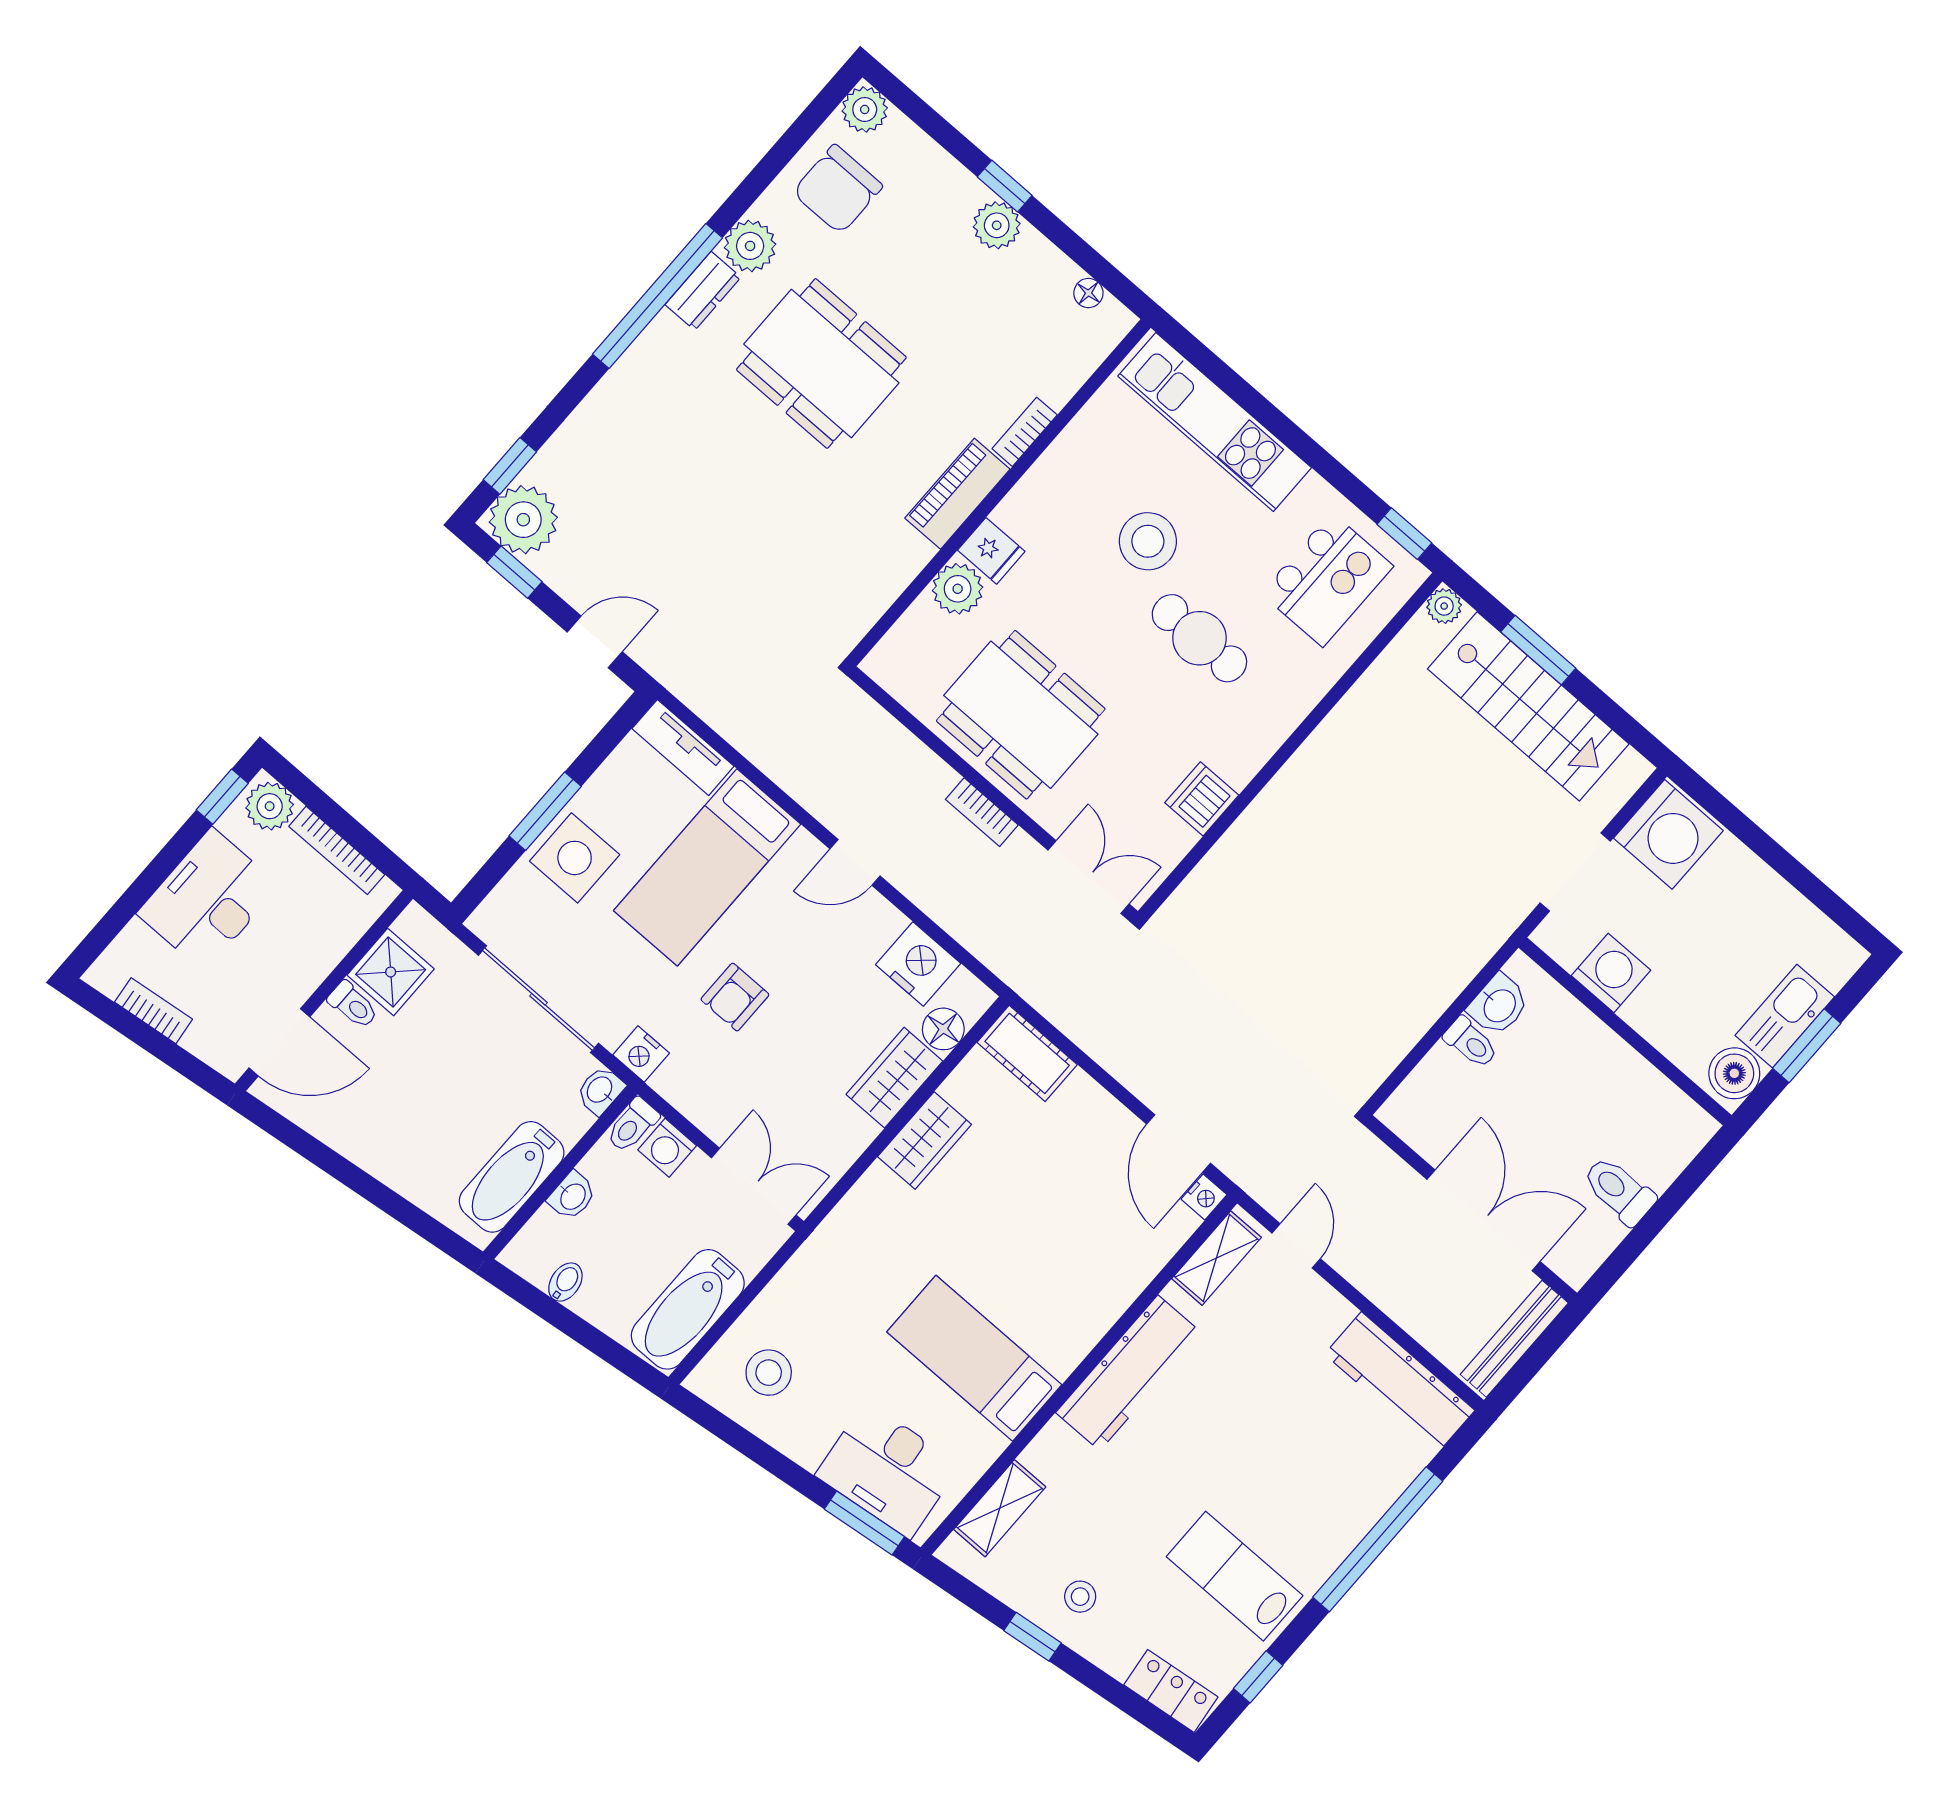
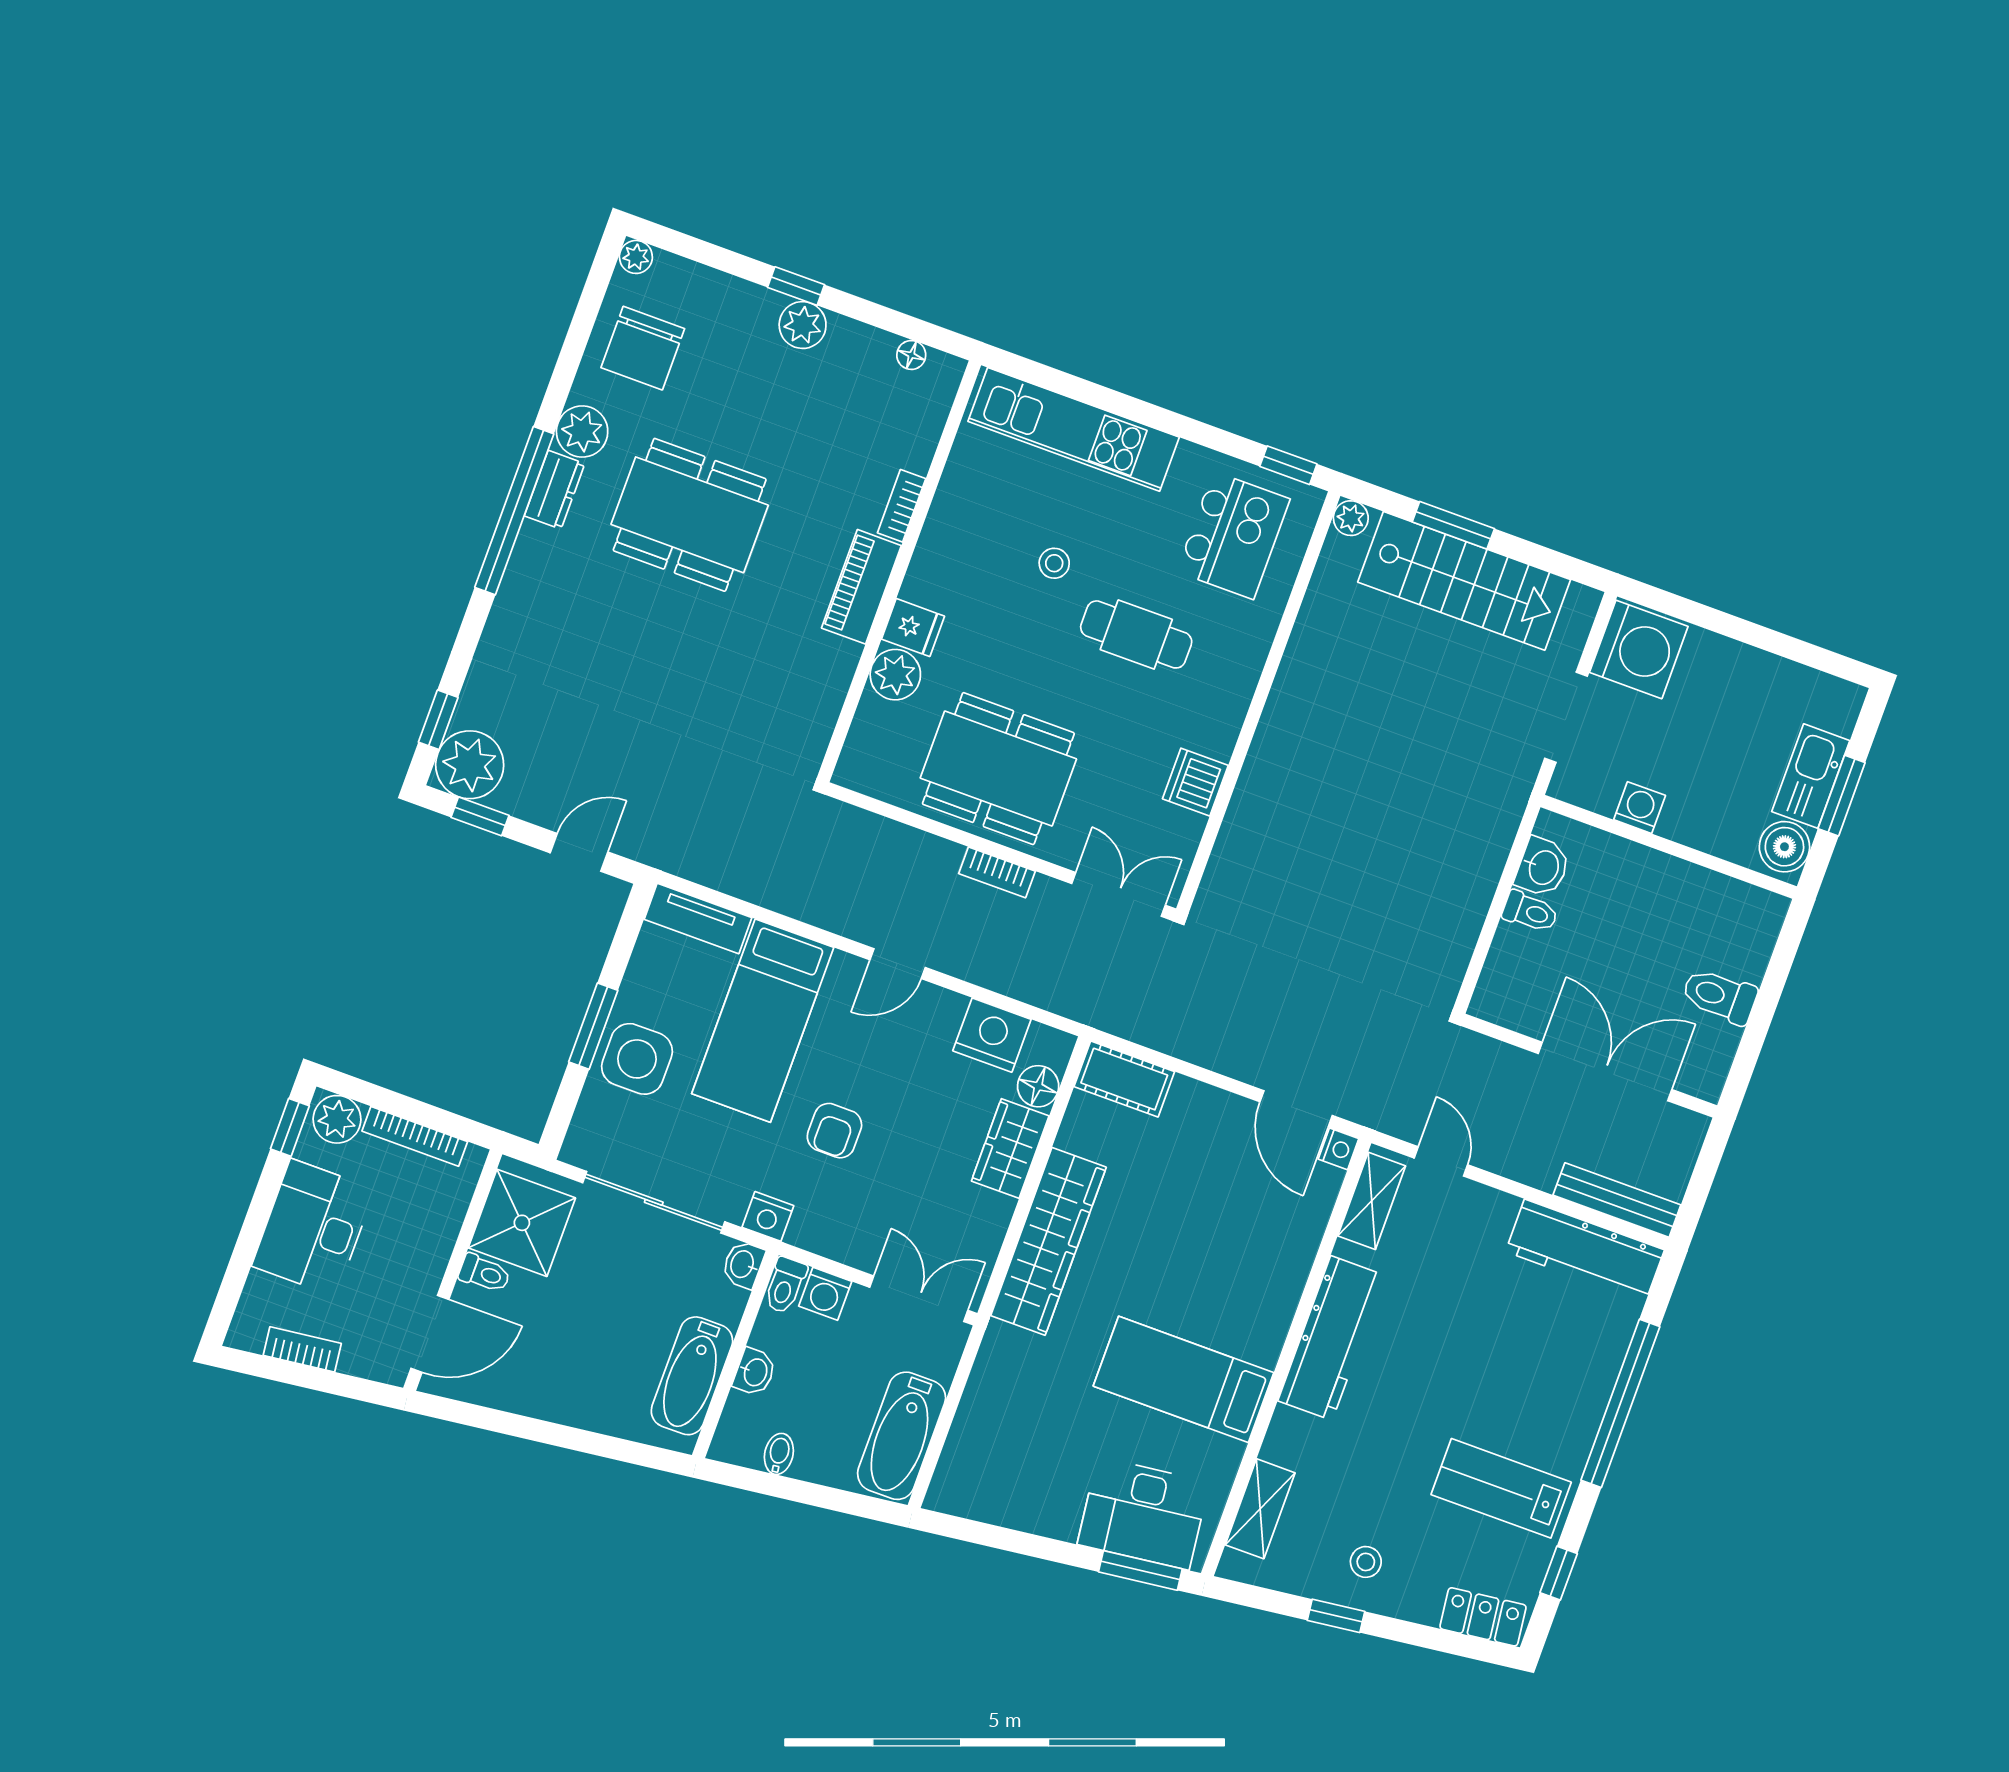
plant: (865, 109) -> (636, 257), width x0.73, depth x0.73
stool: (1148, 541) -> (1054, 563), width x0.53, depth x0.53
shower: (391, 972) -> (522, 1223), width x1.36, depth x1.36
washing machine: (1611, 973) -> (1640, 808), width x0.73, depth x0.73
wardrobe: (925, 1141) -> (1048, 1241), width x2.10, depth x1.17
bench: (1514, 1339) -> (1617, 1200), moved, turned 90
stool: (769, 1373) -> (999, 1466), removed

